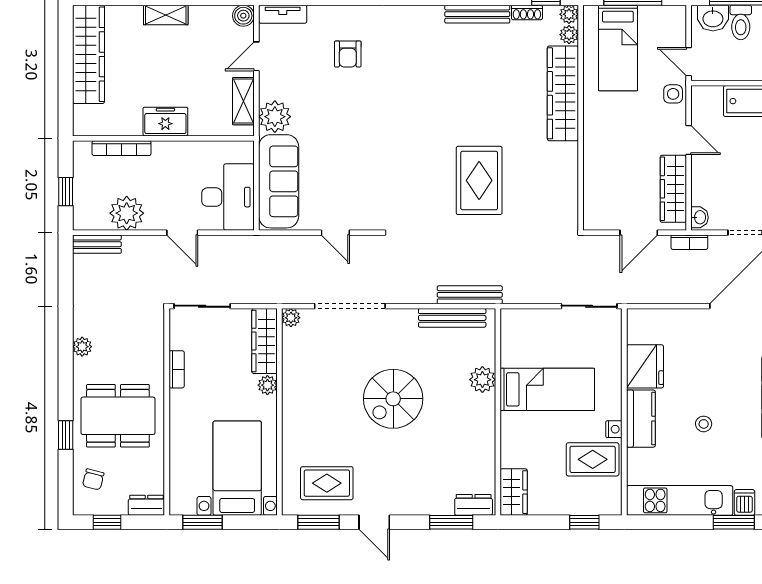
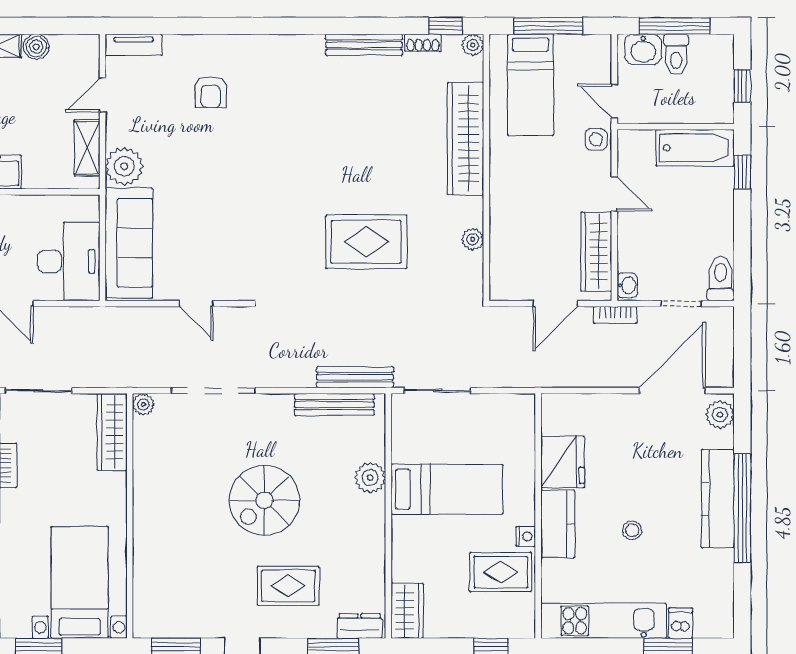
boiler: (243, 16) -> (36, 47), moved
plant: (569, 35) -> (473, 239), moved
rug: (479, 180) -> (366, 242), turned 90
sliding door: (589, 306) -> (438, 391), moved
plant: (267, 385) -> (116, 484), removed
rug: (327, 483) -> (288, 586), moved

